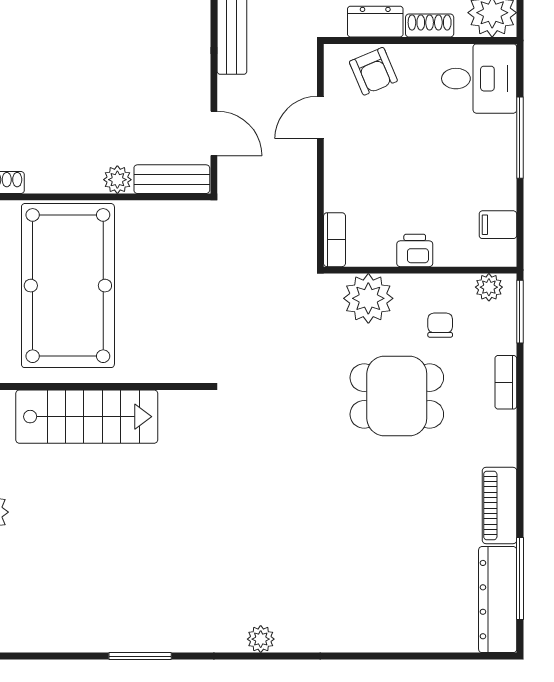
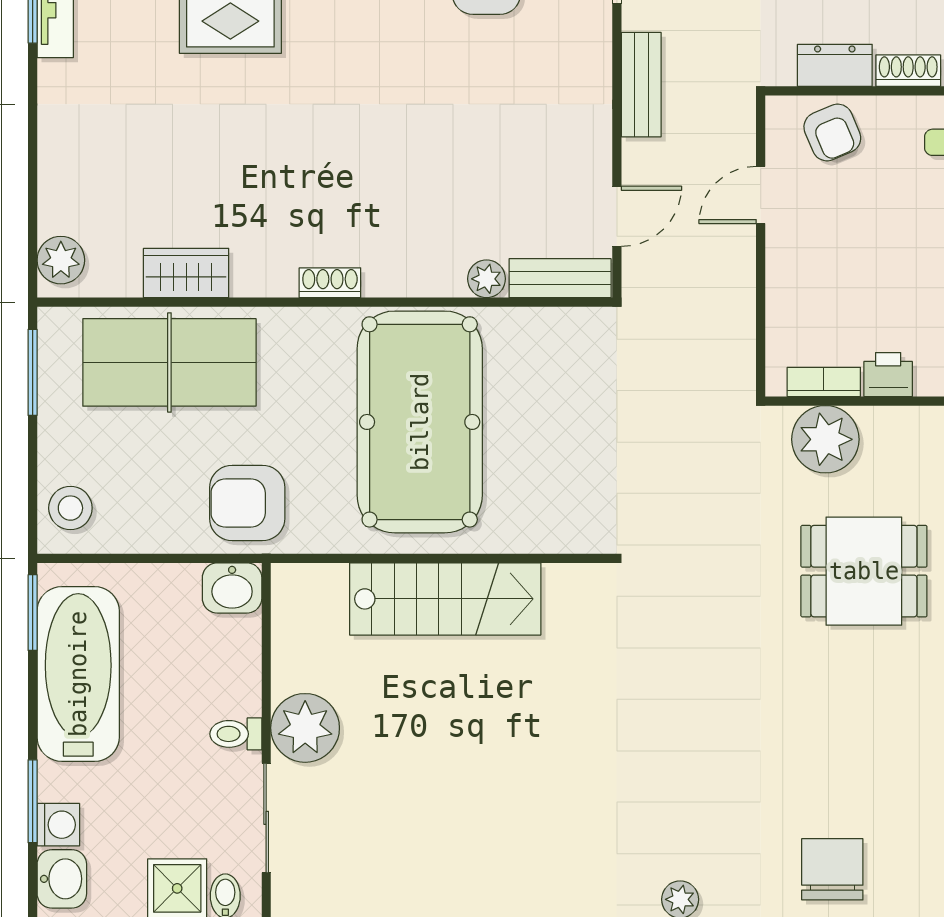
door: (214, 133) -> (617, 216), hinge flipped
bookcase: (334, 240) -> (824, 382), moved, turned -90
chair: (440, 325) -> (832, 869), moved, width x1.87, depth x1.87

